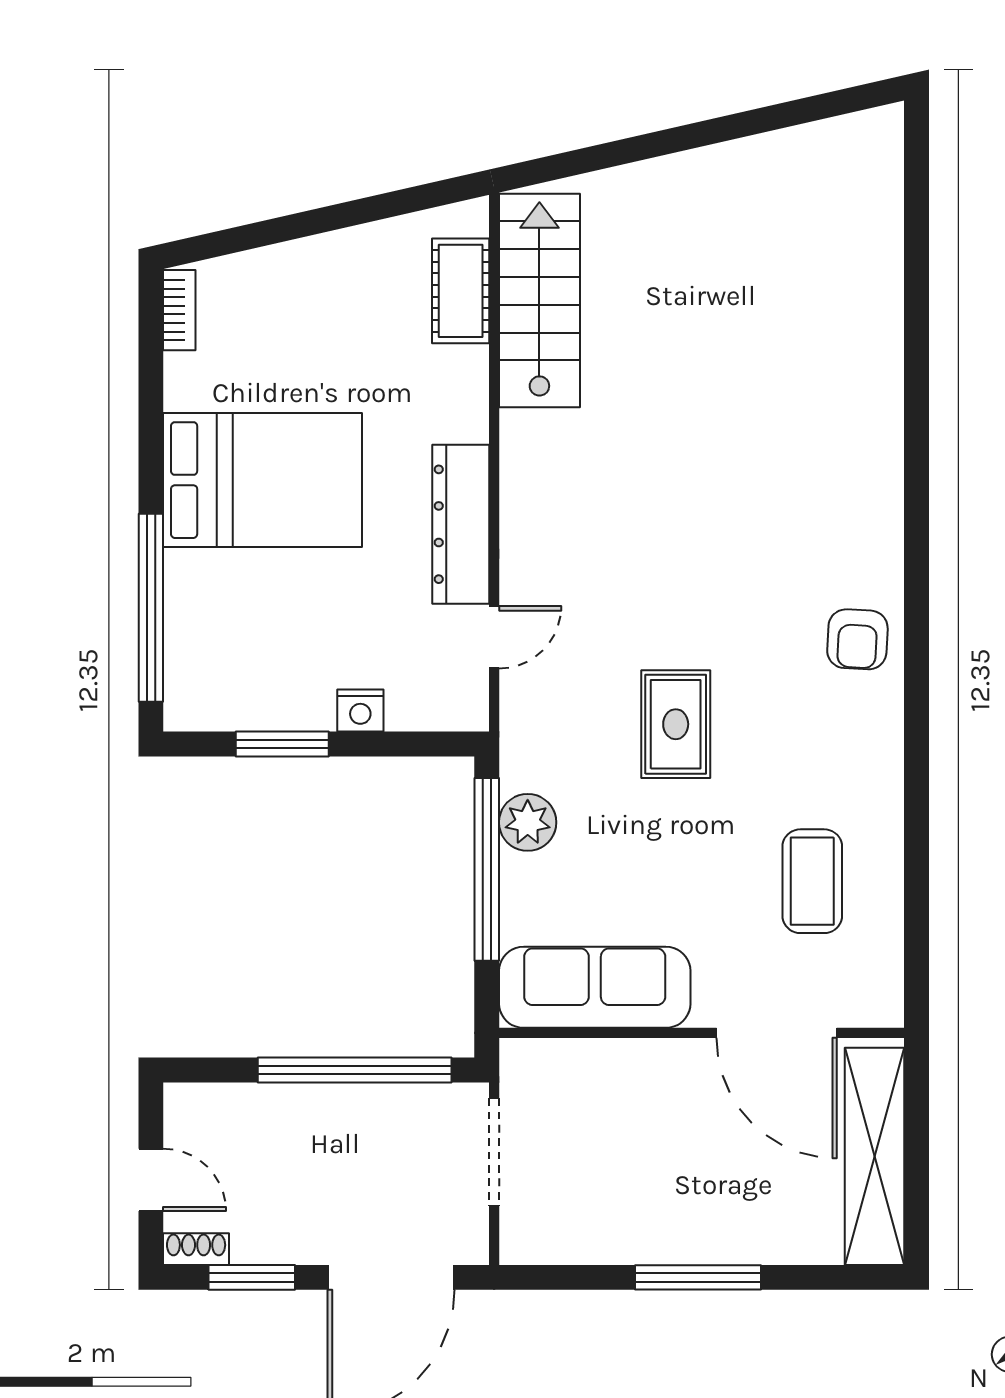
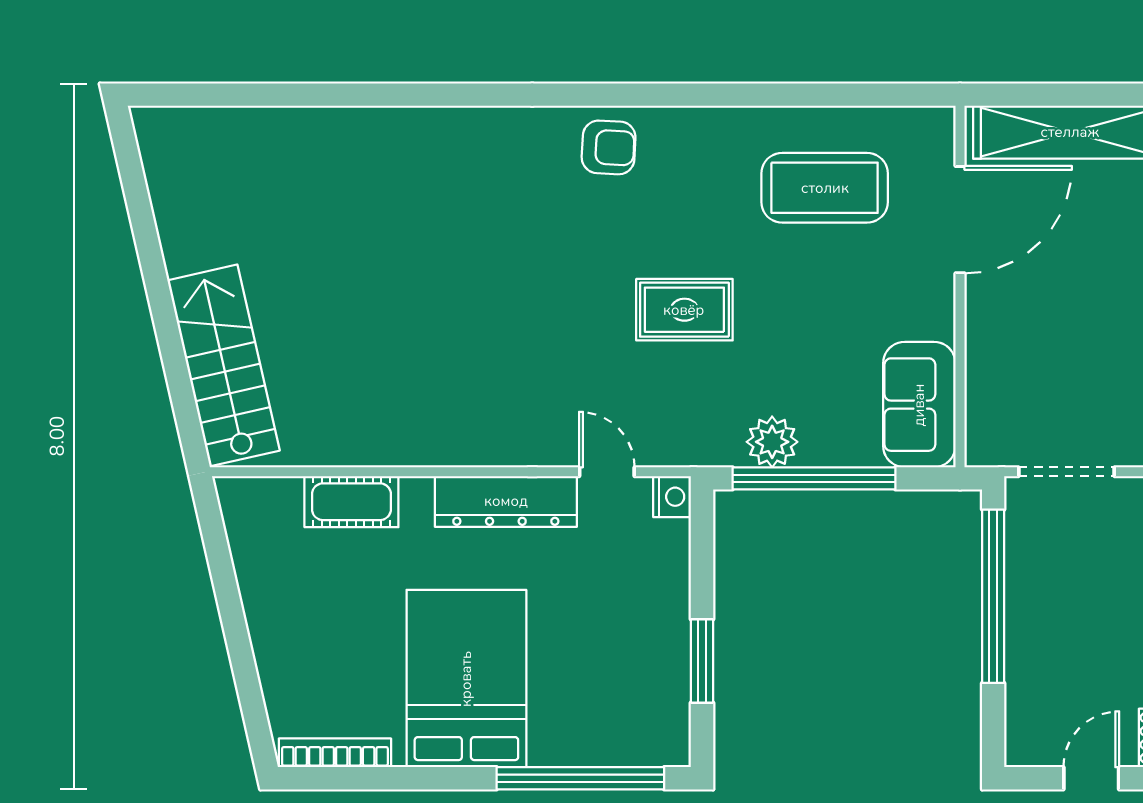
cot: (461, 291) -> (351, 502), moved
stairs: (539, 300) -> (224, 365), moved, turned 77
bookcase: (179, 310) -> (335, 753), width x1.56
nightstand: (360, 710) -> (672, 497), moved
coffee table: (812, 881) -> (825, 188), width x1.36, depth x1.32
sofa: (595, 987) -> (919, 405), width x0.73

